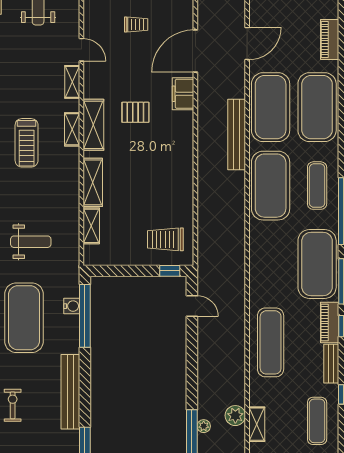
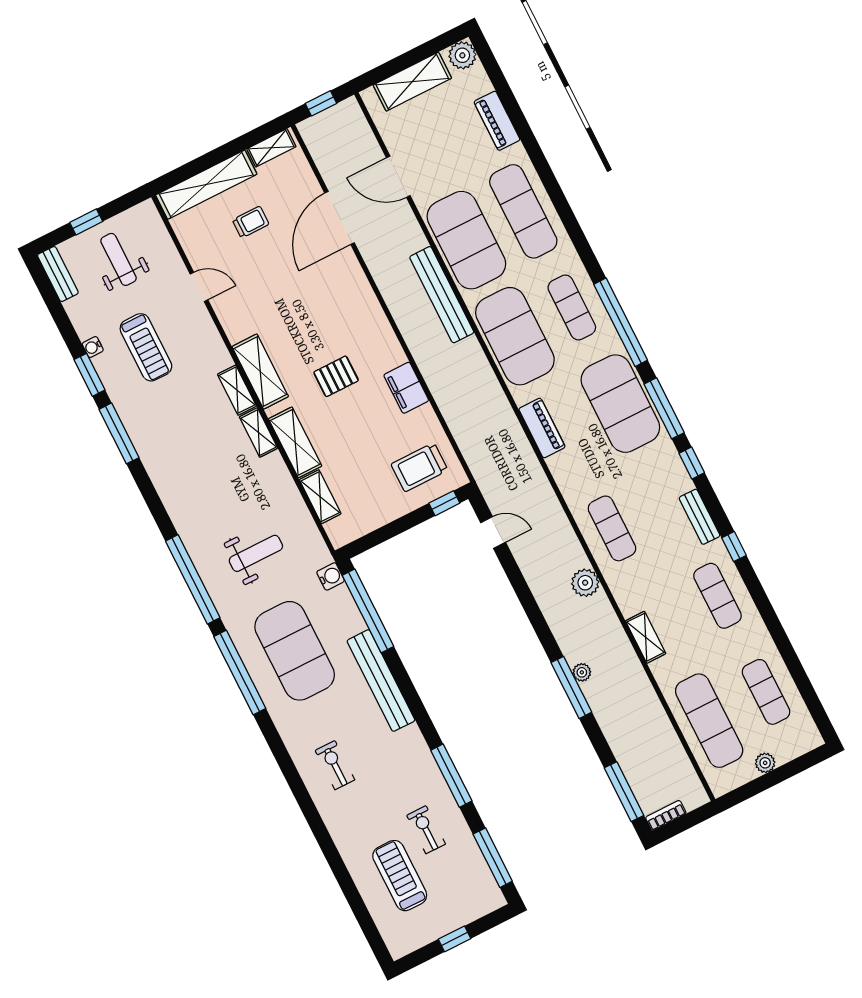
door: (247, 43) -> (398, 177), swing flipped
shelving: (72, 82) -> (259, 433), moved
filing cabinet: (183, 94) -> (406, 388), moved
exercise mat: (317, 107) -> (523, 211), width x0.68
pallet: (135, 112) -> (336, 376), moved
treadmill: (27, 143) -> (146, 347), moved
water cooler: (72, 306) -> (331, 576), moved
piano: (330, 322) -> (542, 428), moved, turned 180
exercise mat: (271, 342) -> (612, 528), width x0.73, depth x0.69
bench: (70, 392) -> (381, 681), moved
plant: (235, 416) -> (585, 583), moved

